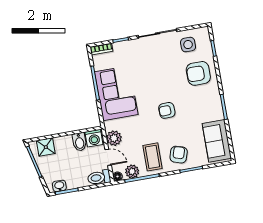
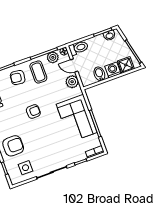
washing machine: (94, 138) -> (113, 70), moved
armchair: (179, 155) -> (18, 78), turned 79

